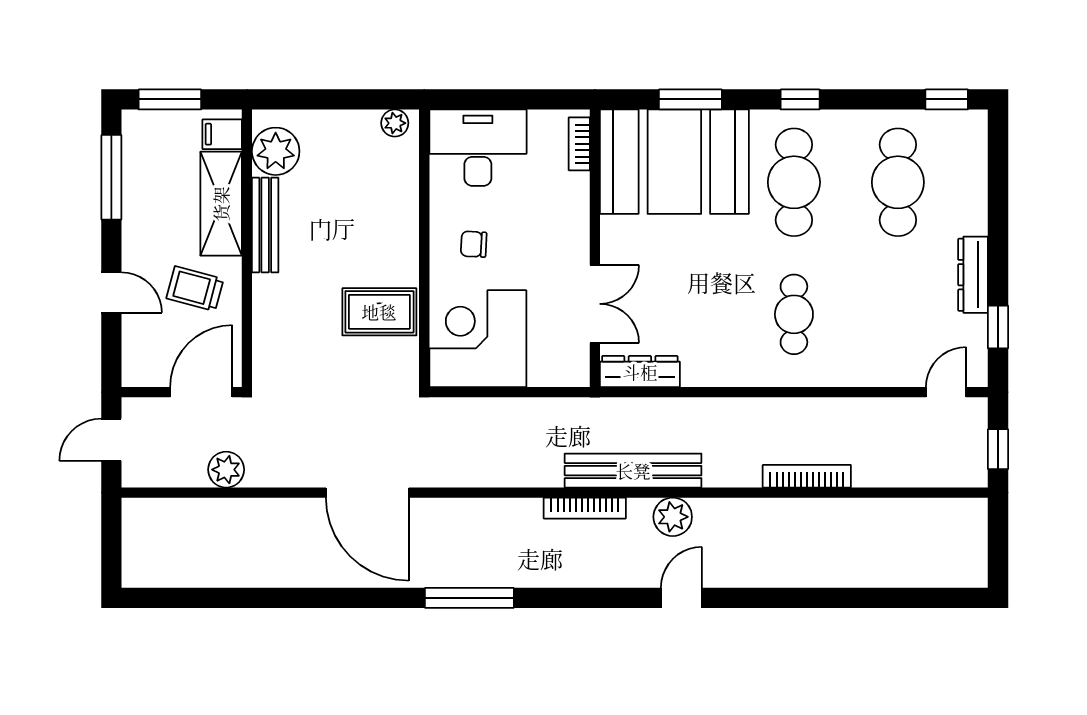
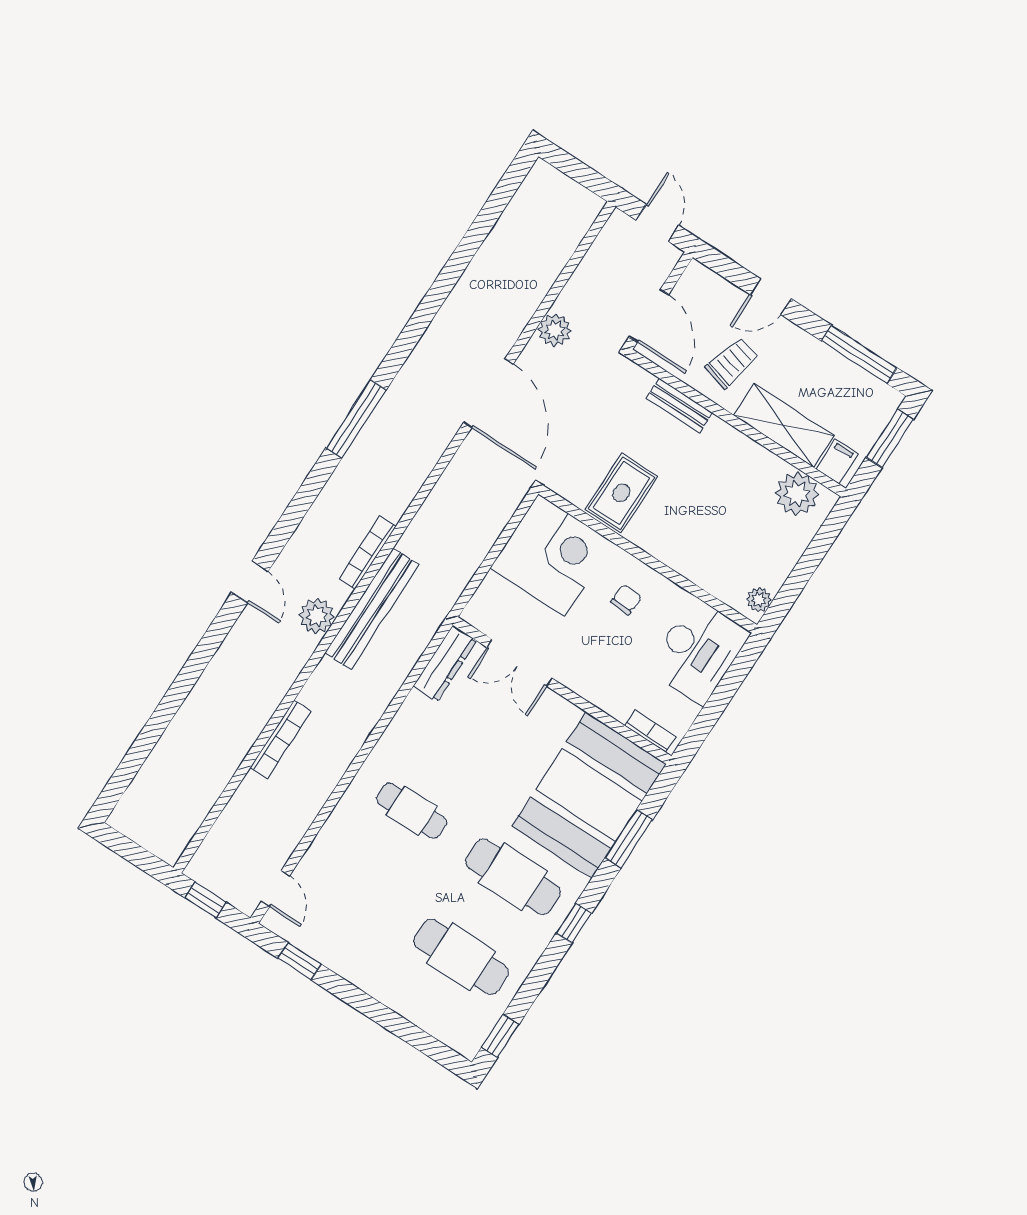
bench: (265, 225) -> (679, 406), moved, width x0.73
dresser: (973, 275) -> (352, 968), removed
plant: (226, 470) -> (555, 330), moved
door: (367, 493) -> (488, 393), swing flipped

